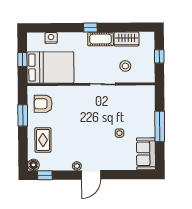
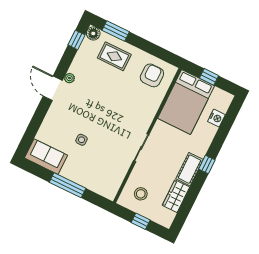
stool: (125, 66) -> (141, 194), moved
window: (23, 115) -> (116, 31), moved

